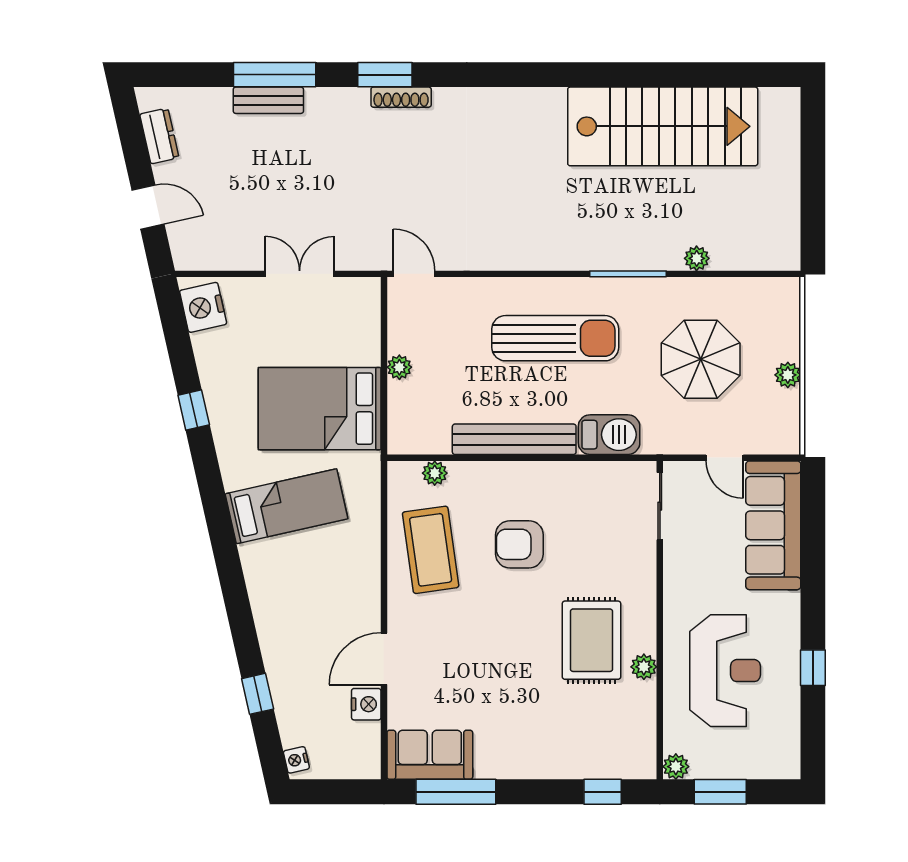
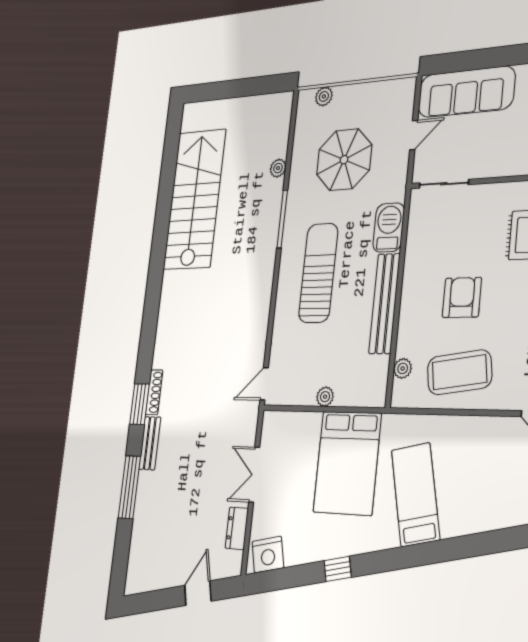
bench: (268, 100) -> (150, 443), moved
dresser: (159, 136) -> (237, 528), moved, turned -77
plant: (788, 375) -> (324, 96), moved
armchair: (519, 544) -> (462, 297), turned 180

